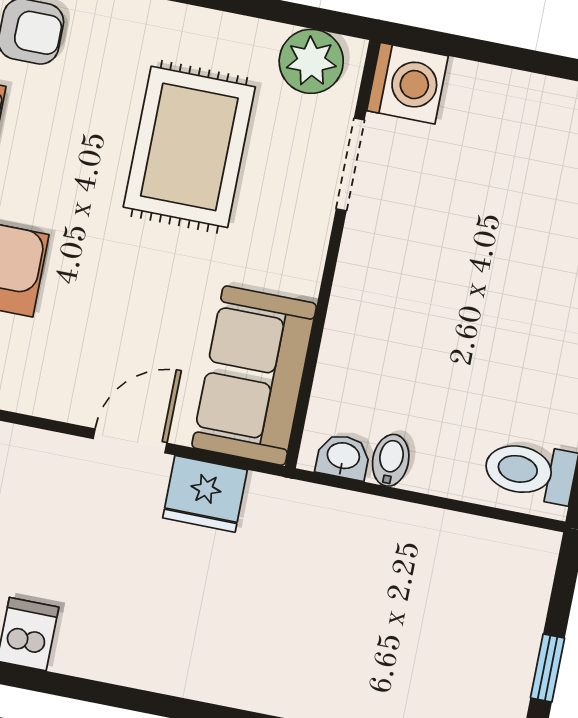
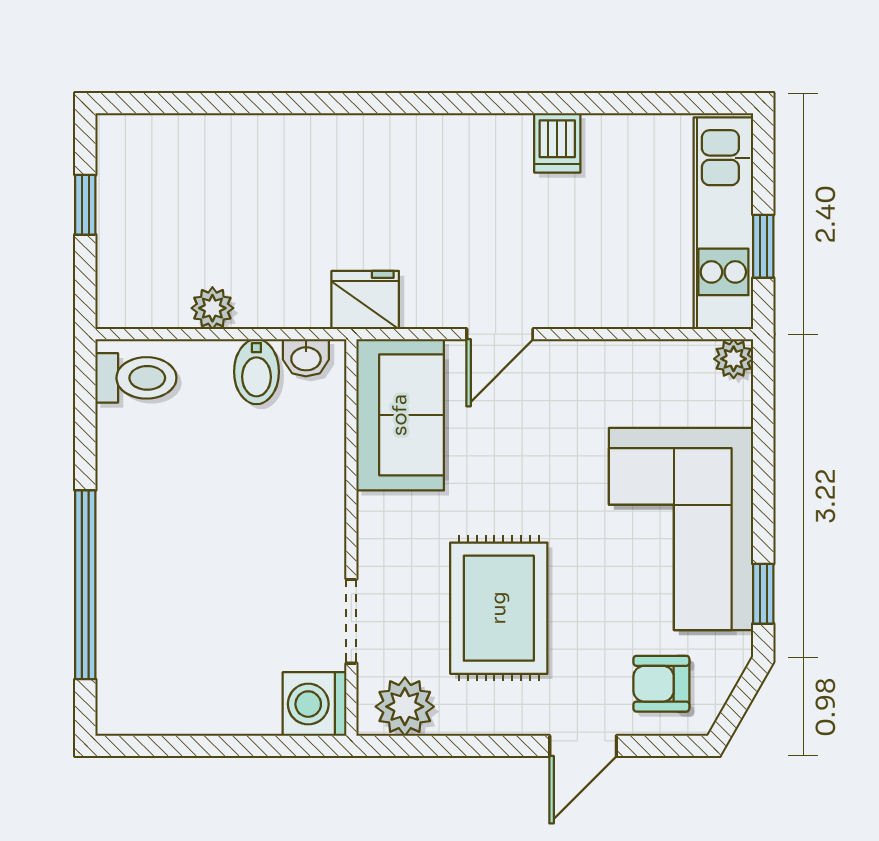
bidet: (391, 460) -> (256, 372), width x1.38, depth x1.36
fridge: (205, 494) -> (365, 300), moved
plant: (433, 530) -> (212, 308), added

